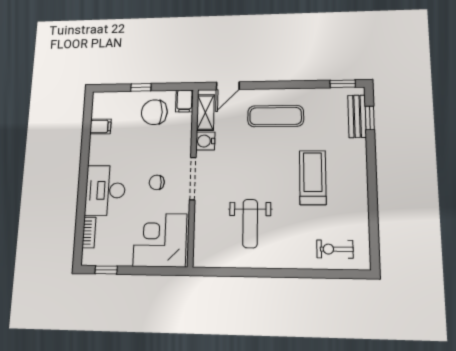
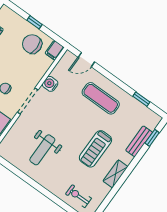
window: (343, 84) -> (141, 99), moved
shelving: (205, 113) -> (115, 174), moved
bench: (357, 116) -> (139, 141), moved
treadmill: (313, 178) -> (95, 149), turned 180

